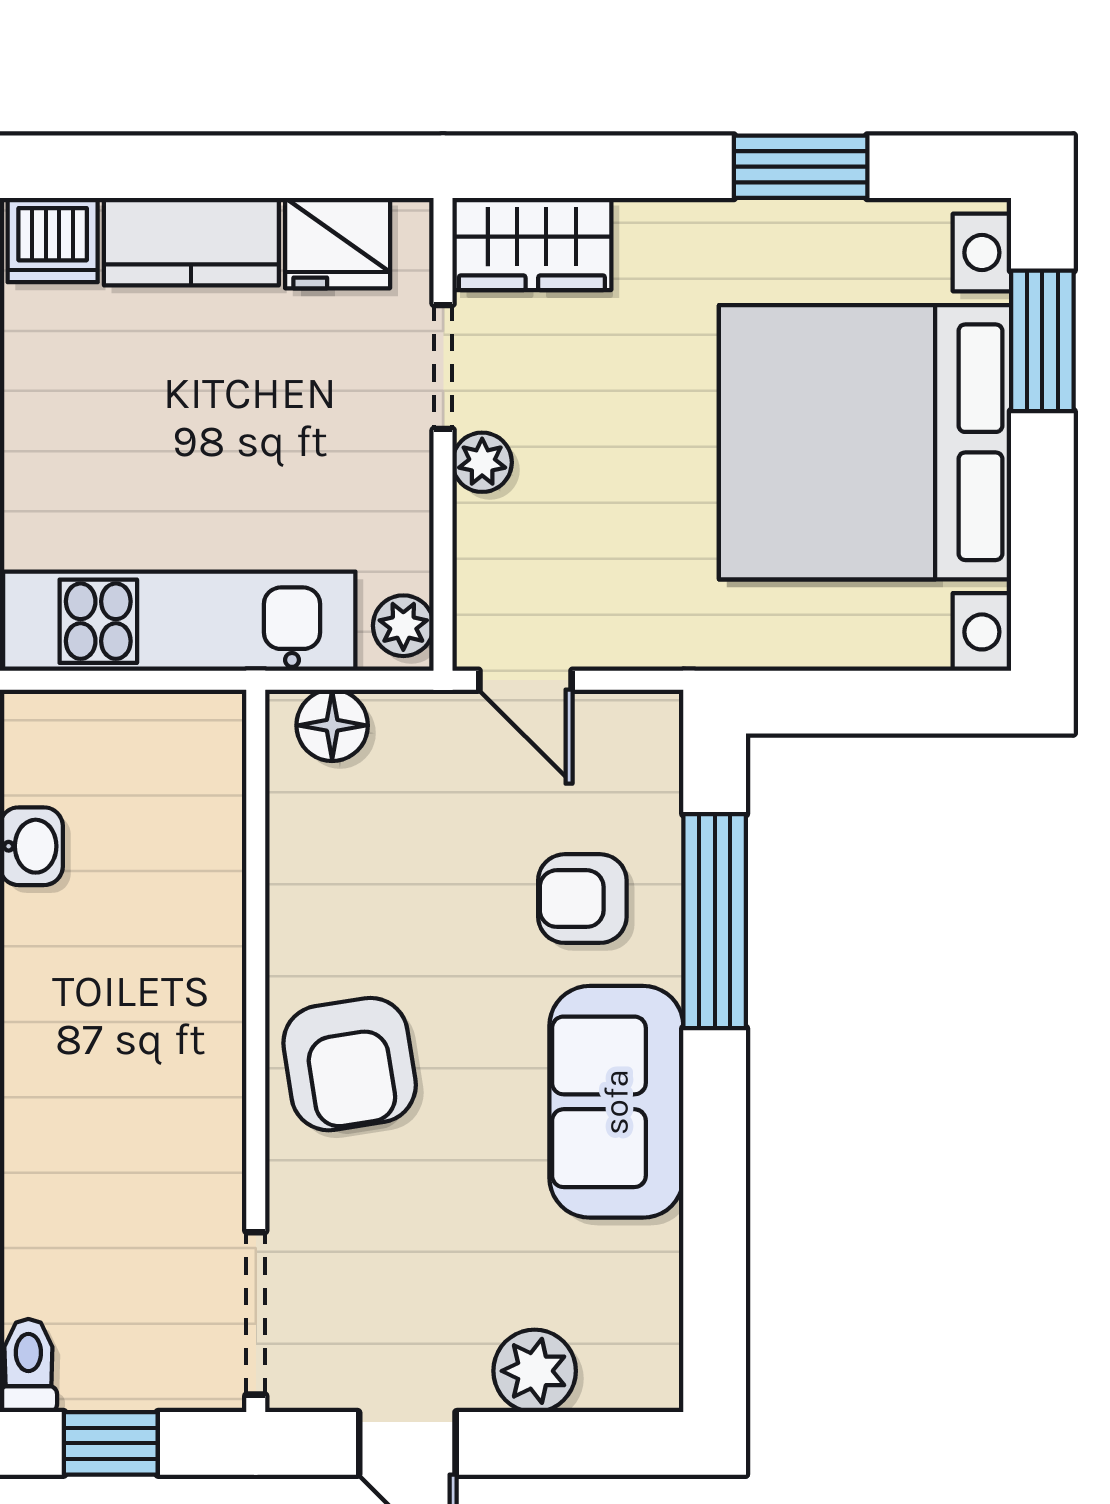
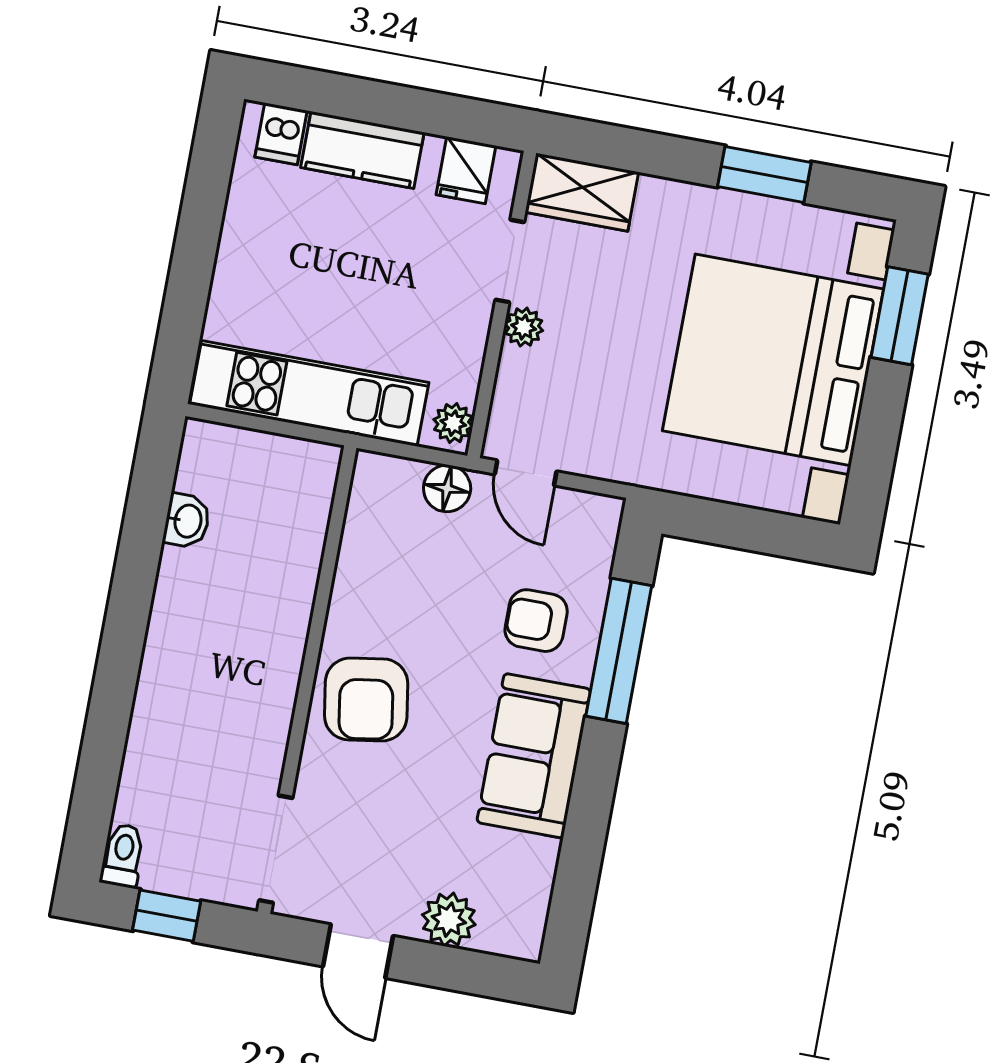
dishwasher: (53, 240) -> (281, 134), width x0.73
fridge: (338, 243) -> (466, 170), width x0.72
floor lamp: (332, 725) -> (447, 488), moved

